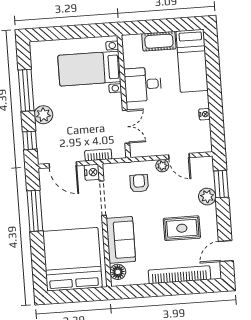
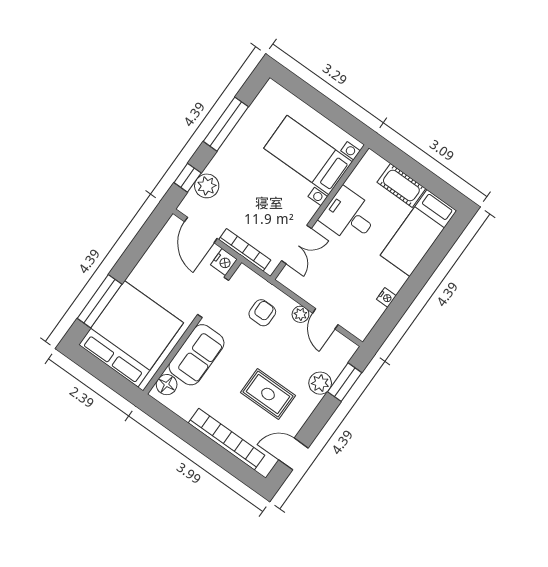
plant: (43, 115) -> (207, 186), moved
bookcase: (98, 155) -> (245, 250), width x1.56
window: (35, 211) -> (100, 301), moved

